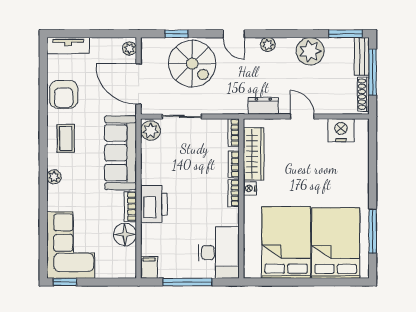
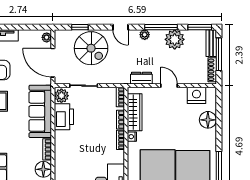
window: (291, 34) -> (161, 27), added
floor lamp: (357, 165) -> (208, 120), added
printer: (154, 204) -> (64, 117), moved

